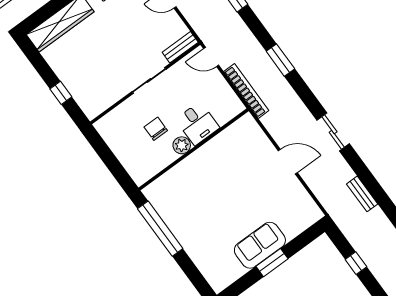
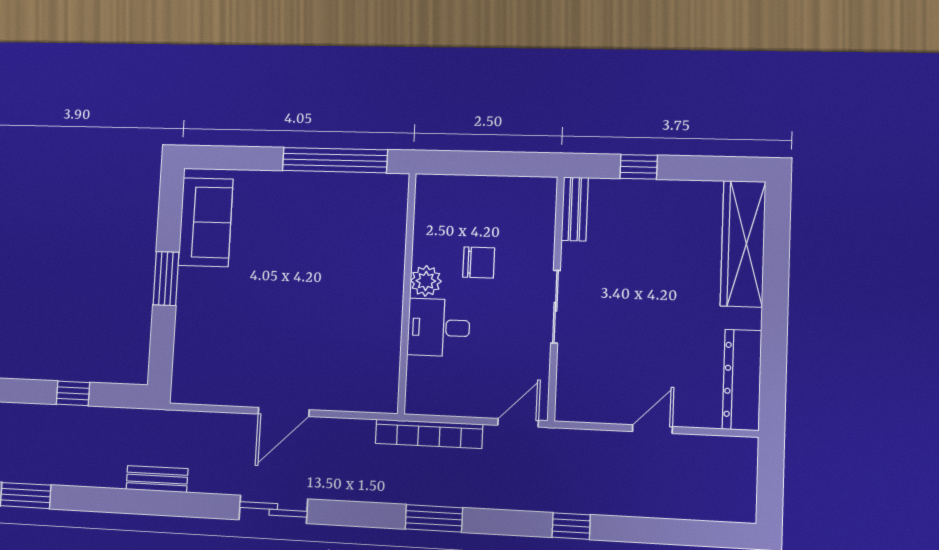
bench: (180, 47) -> (575, 209), moved
sofa: (260, 245) -> (206, 222), moved

